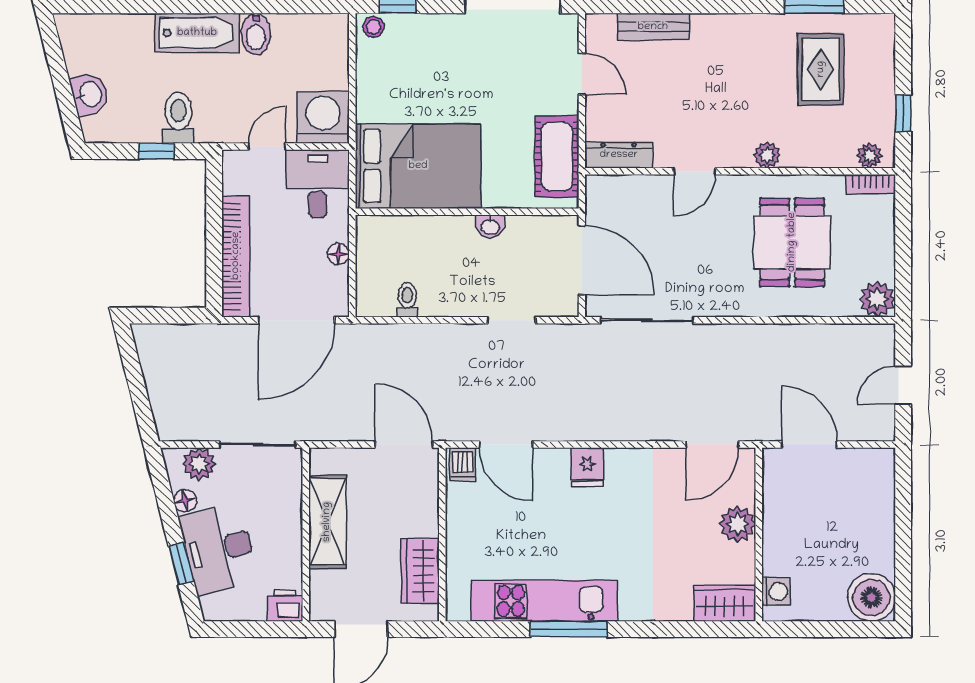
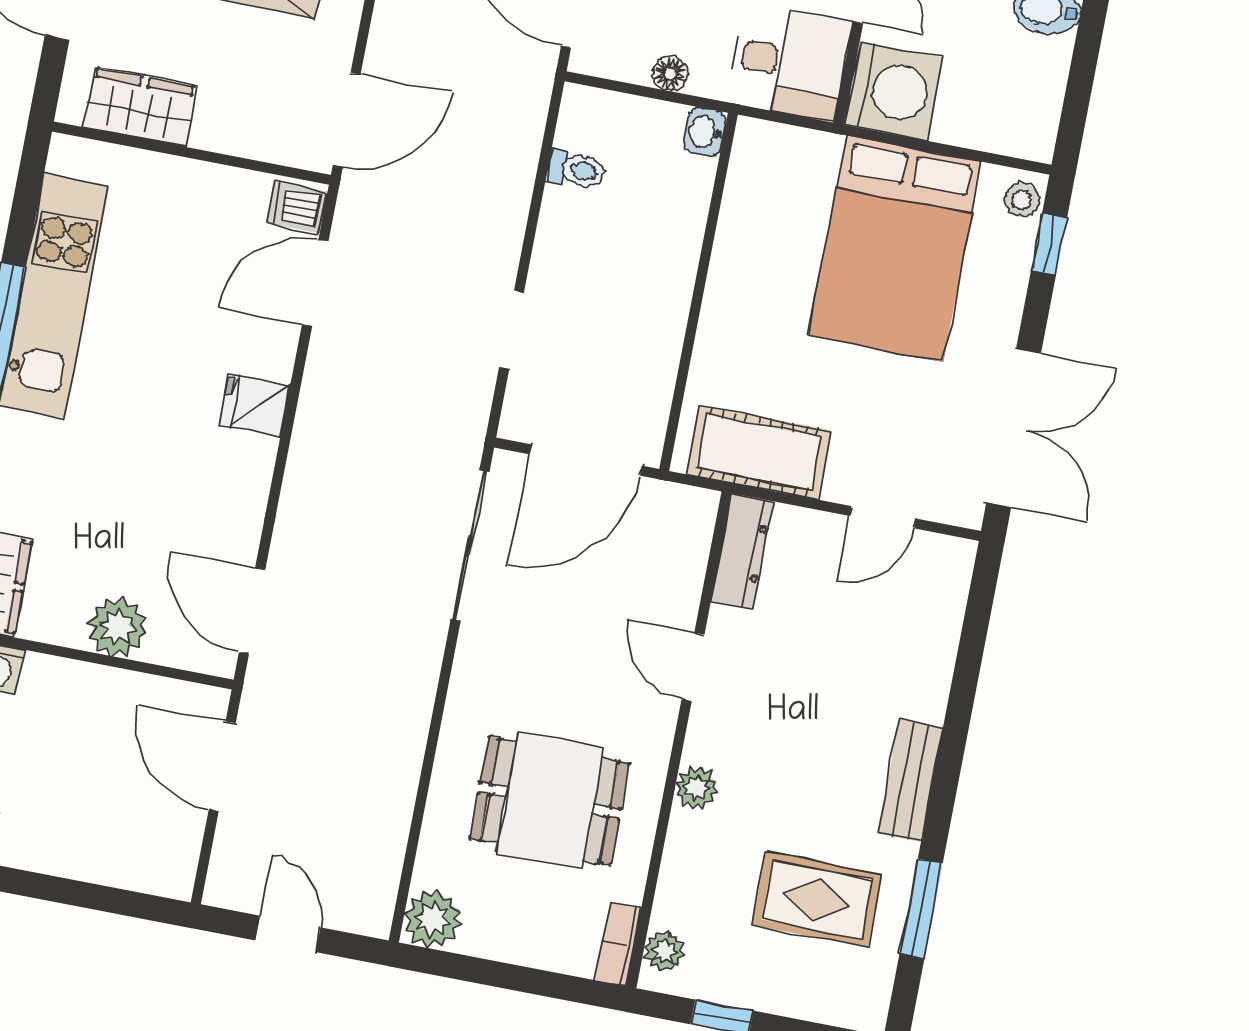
bench: (653, 27) -> (910, 781), moved
bed: (418, 166) -> (895, 249), moved
washbasin: (490, 226) -> (705, 132), moved
door: (809, 444) -> (222, 766), swing flipped

